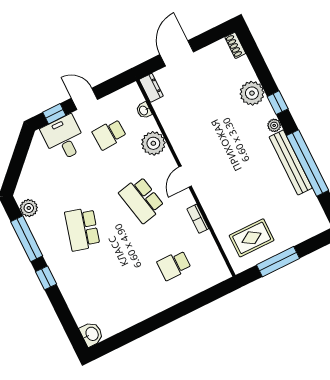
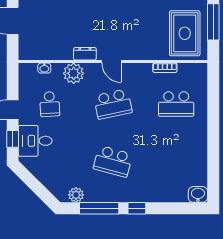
dresser: (151, 88) -> (85, 54), moved
bookcase: (198, 219) -> (165, 68), moved
rug: (252, 238) -> (185, 33), width x1.36, depth x1.43
school desk: (174, 265) -> (176, 104), width x1.85

